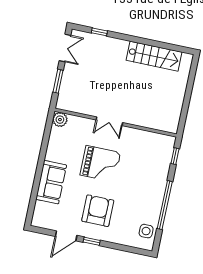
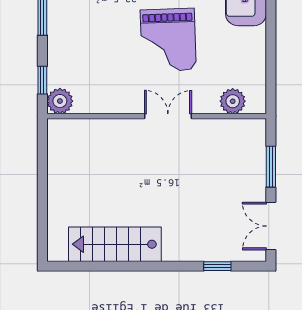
plant: (60, 120) -> (233, 101), moved
plant: (168, 142) -> (60, 101), added
grand piano: (100, 164) -> (168, 40), turned -92

